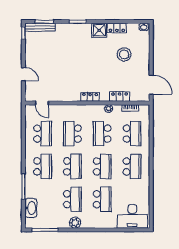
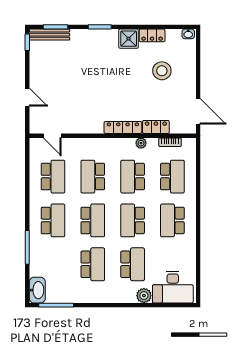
locker: (90, 97) -> (123, 127), width x1.53
school desk: (102, 166) -> (133, 220), turned 180
school desk: (132, 166) -> (172, 220), turned 180
washbasin: (31, 208) -> (37, 290), moved
plant: (75, 223) -> (144, 296), moved

